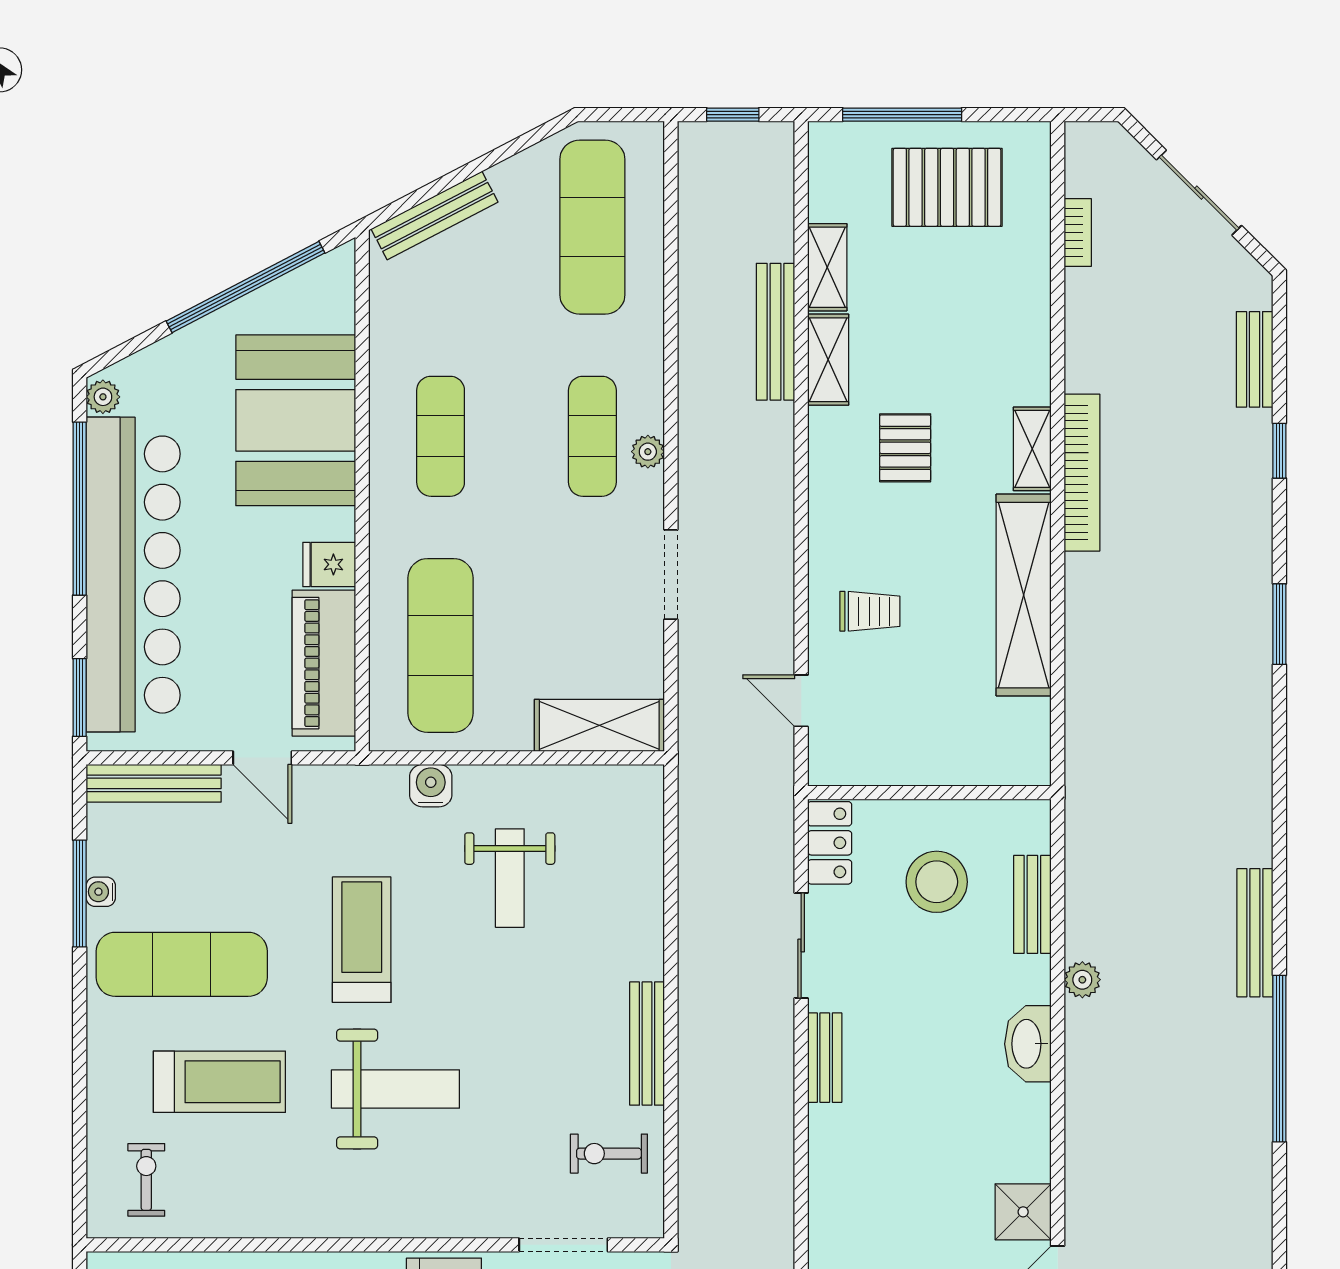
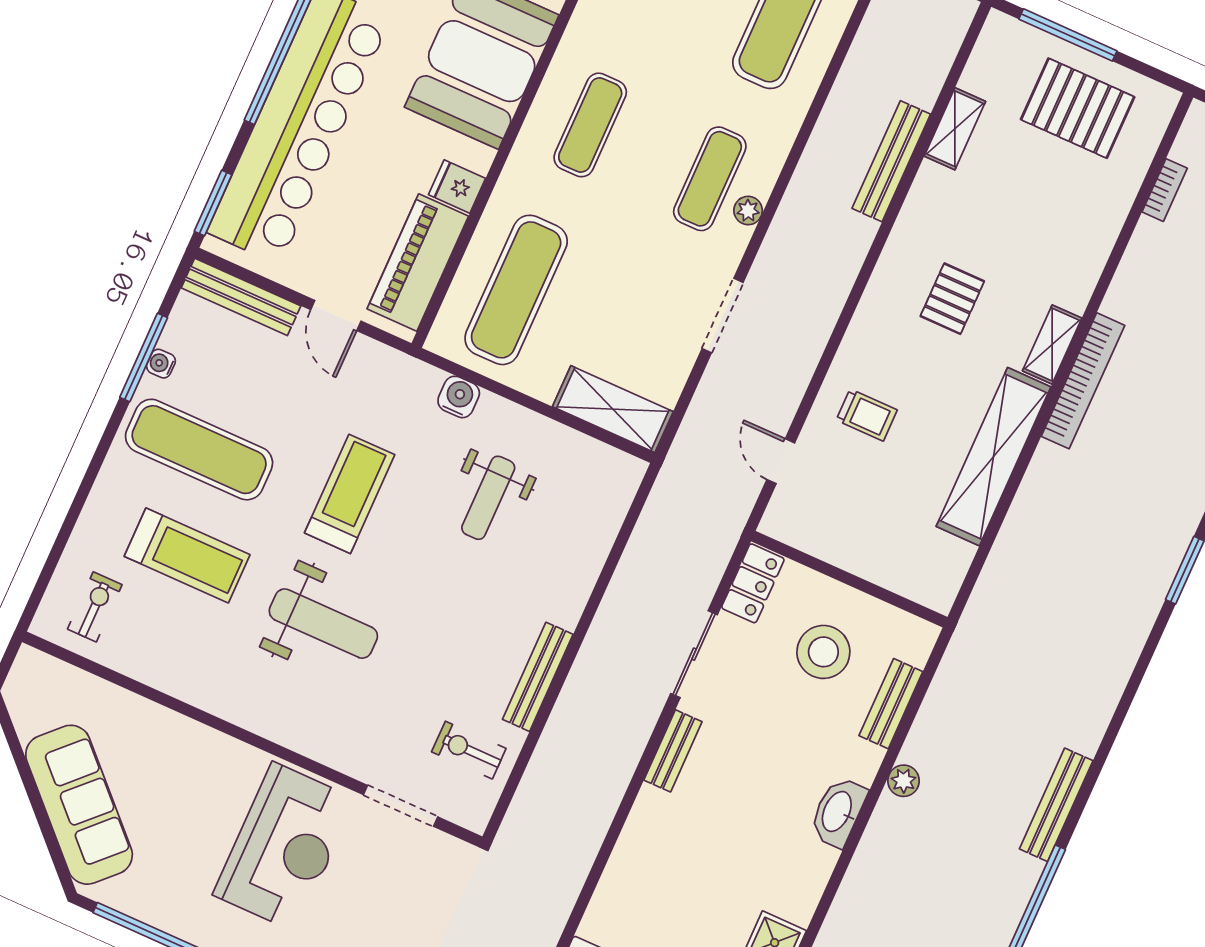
shelving: (828, 360) -> (923, 202), removed

